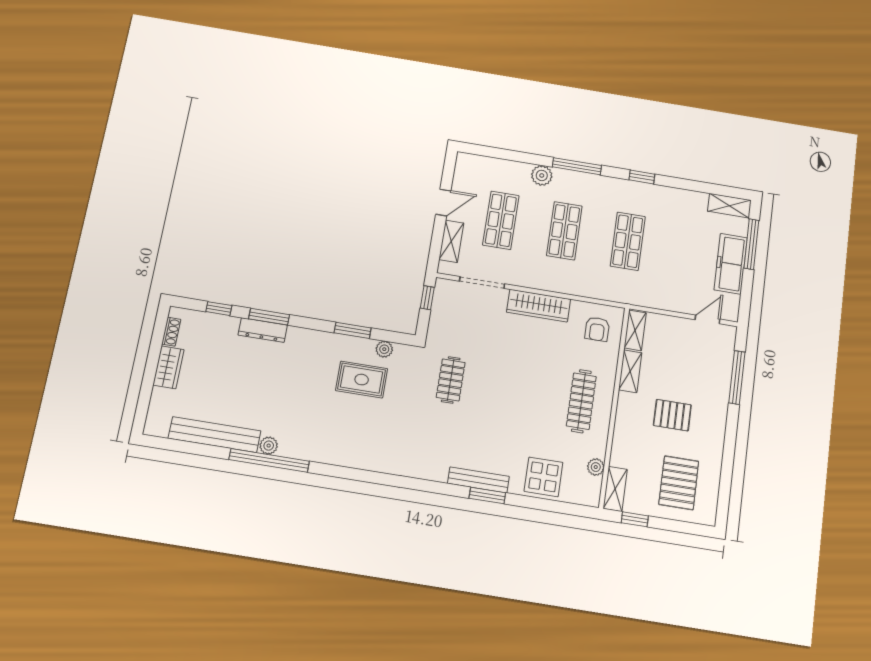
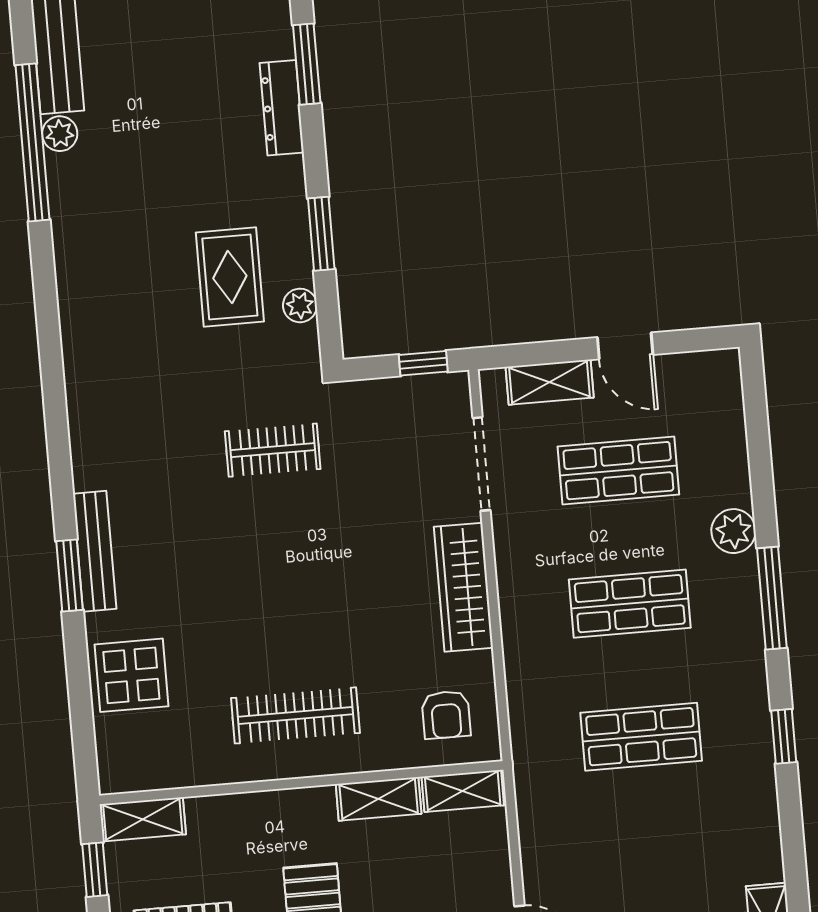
armchair: (597, 329) -> (446, 715), turned -90
dresser: (263, 330) -> (282, 108), moved
plant: (596, 467) -> (175, 772), removed

